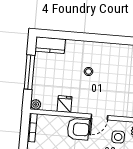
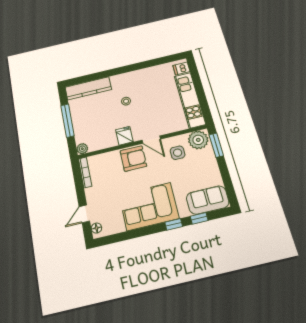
kitchen counter: (50, 45) -> (88, 88), width x1.50
fridge: (65, 104) -> (124, 136), moved
door: (99, 117) -> (151, 140), hinge flipped

